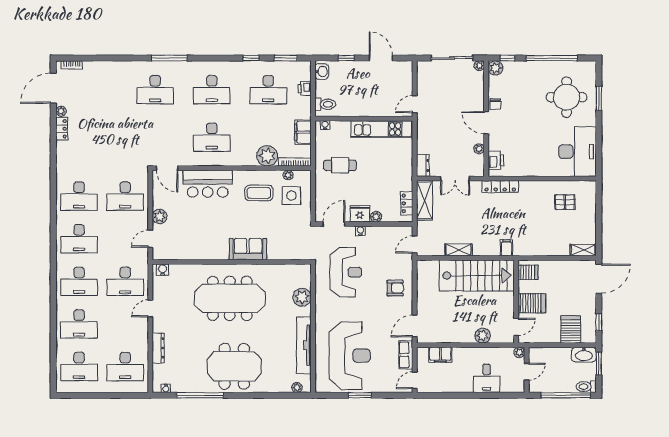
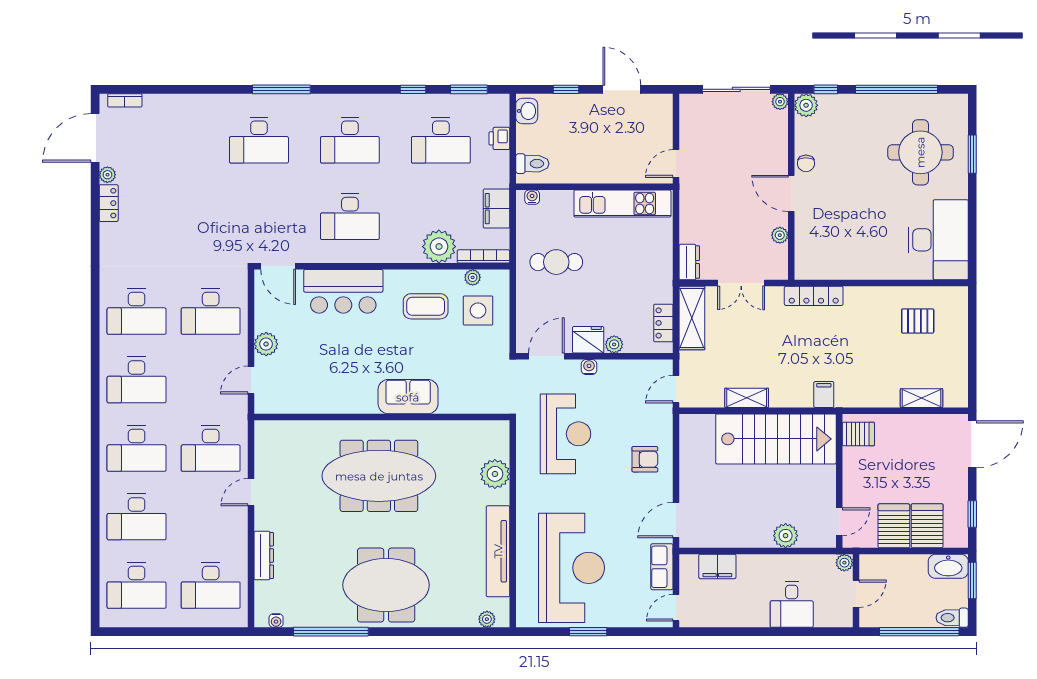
printer: (496, 160) -> (807, 254), removed
shelving: (583, 250) -> (922, 398), moved
water cooler: (162, 270) -> (271, 430), removed
server rack: (532, 303) -> (894, 526), moved, turned -90

